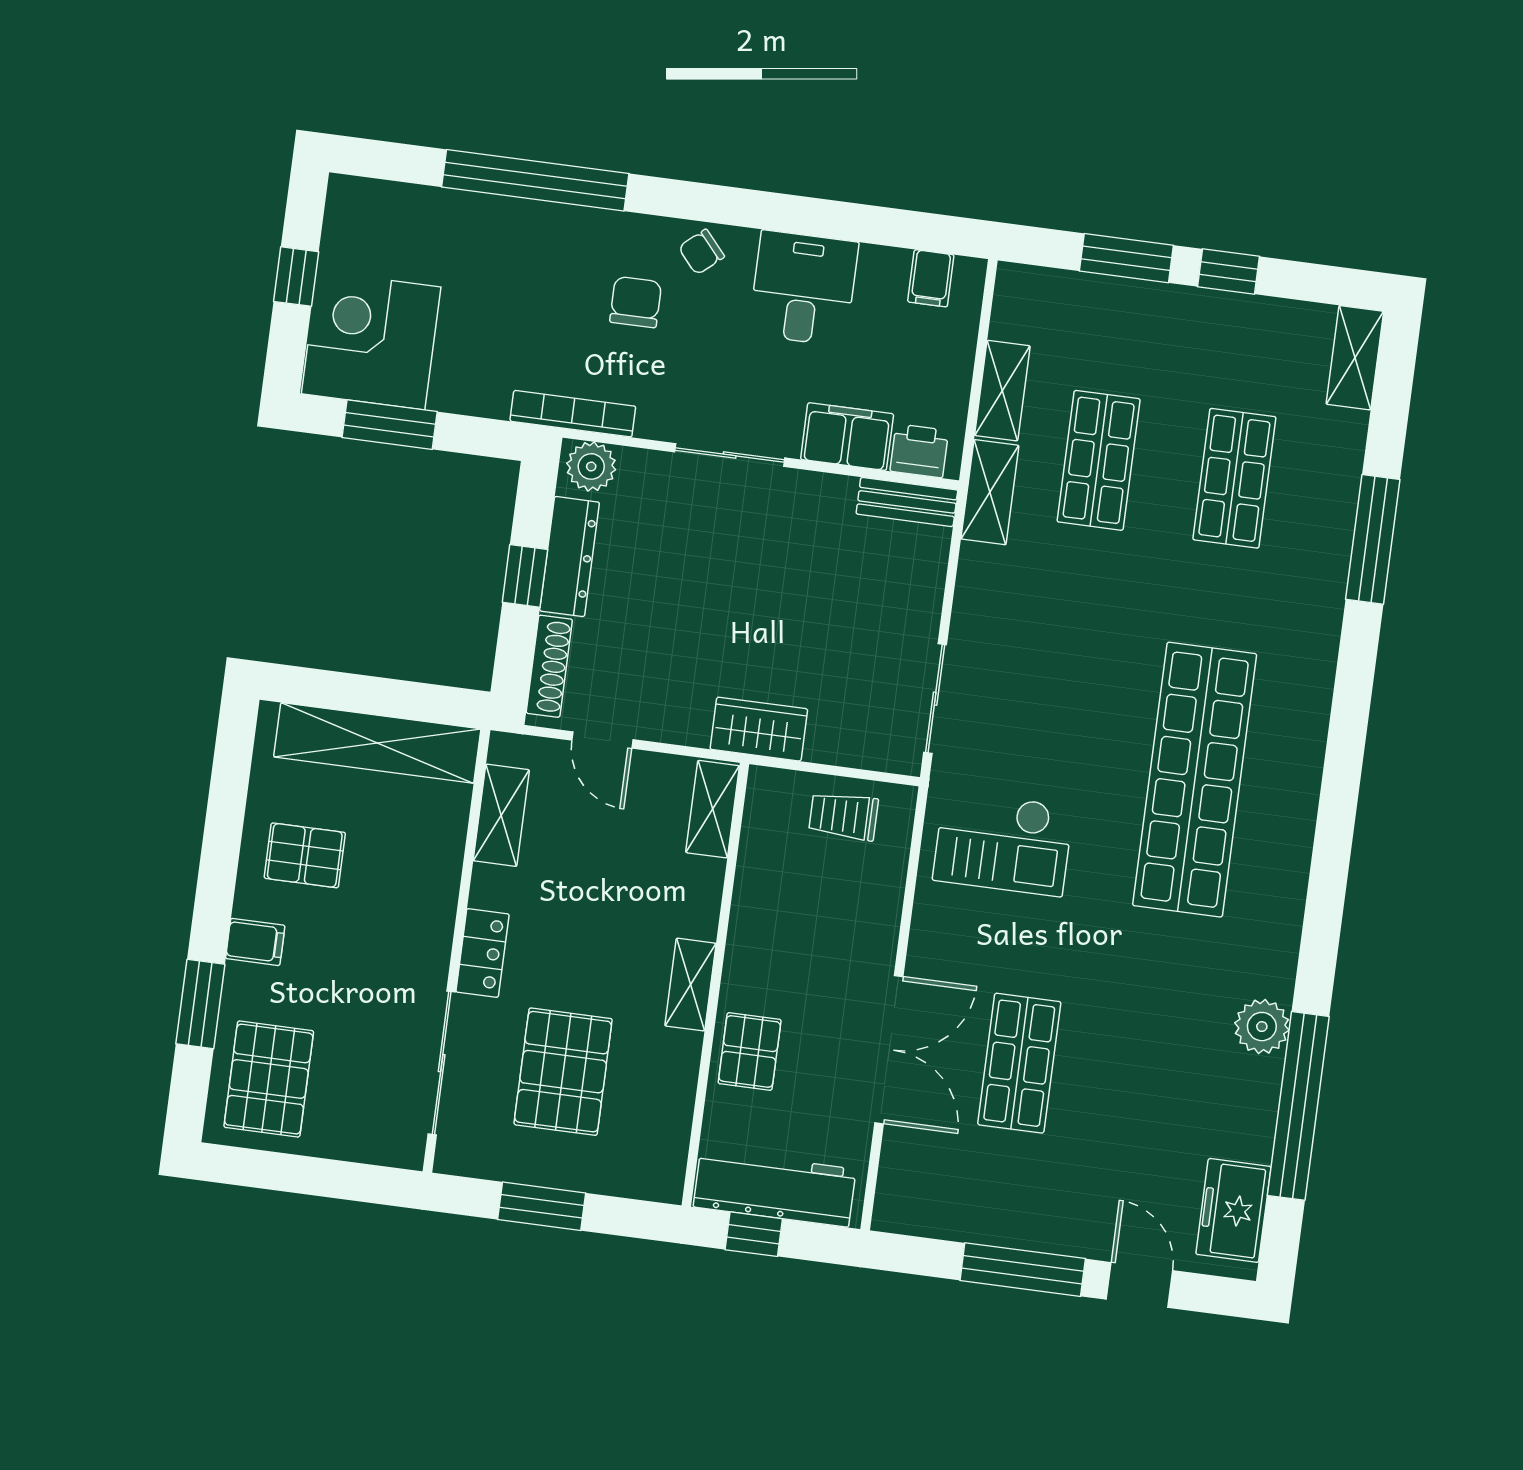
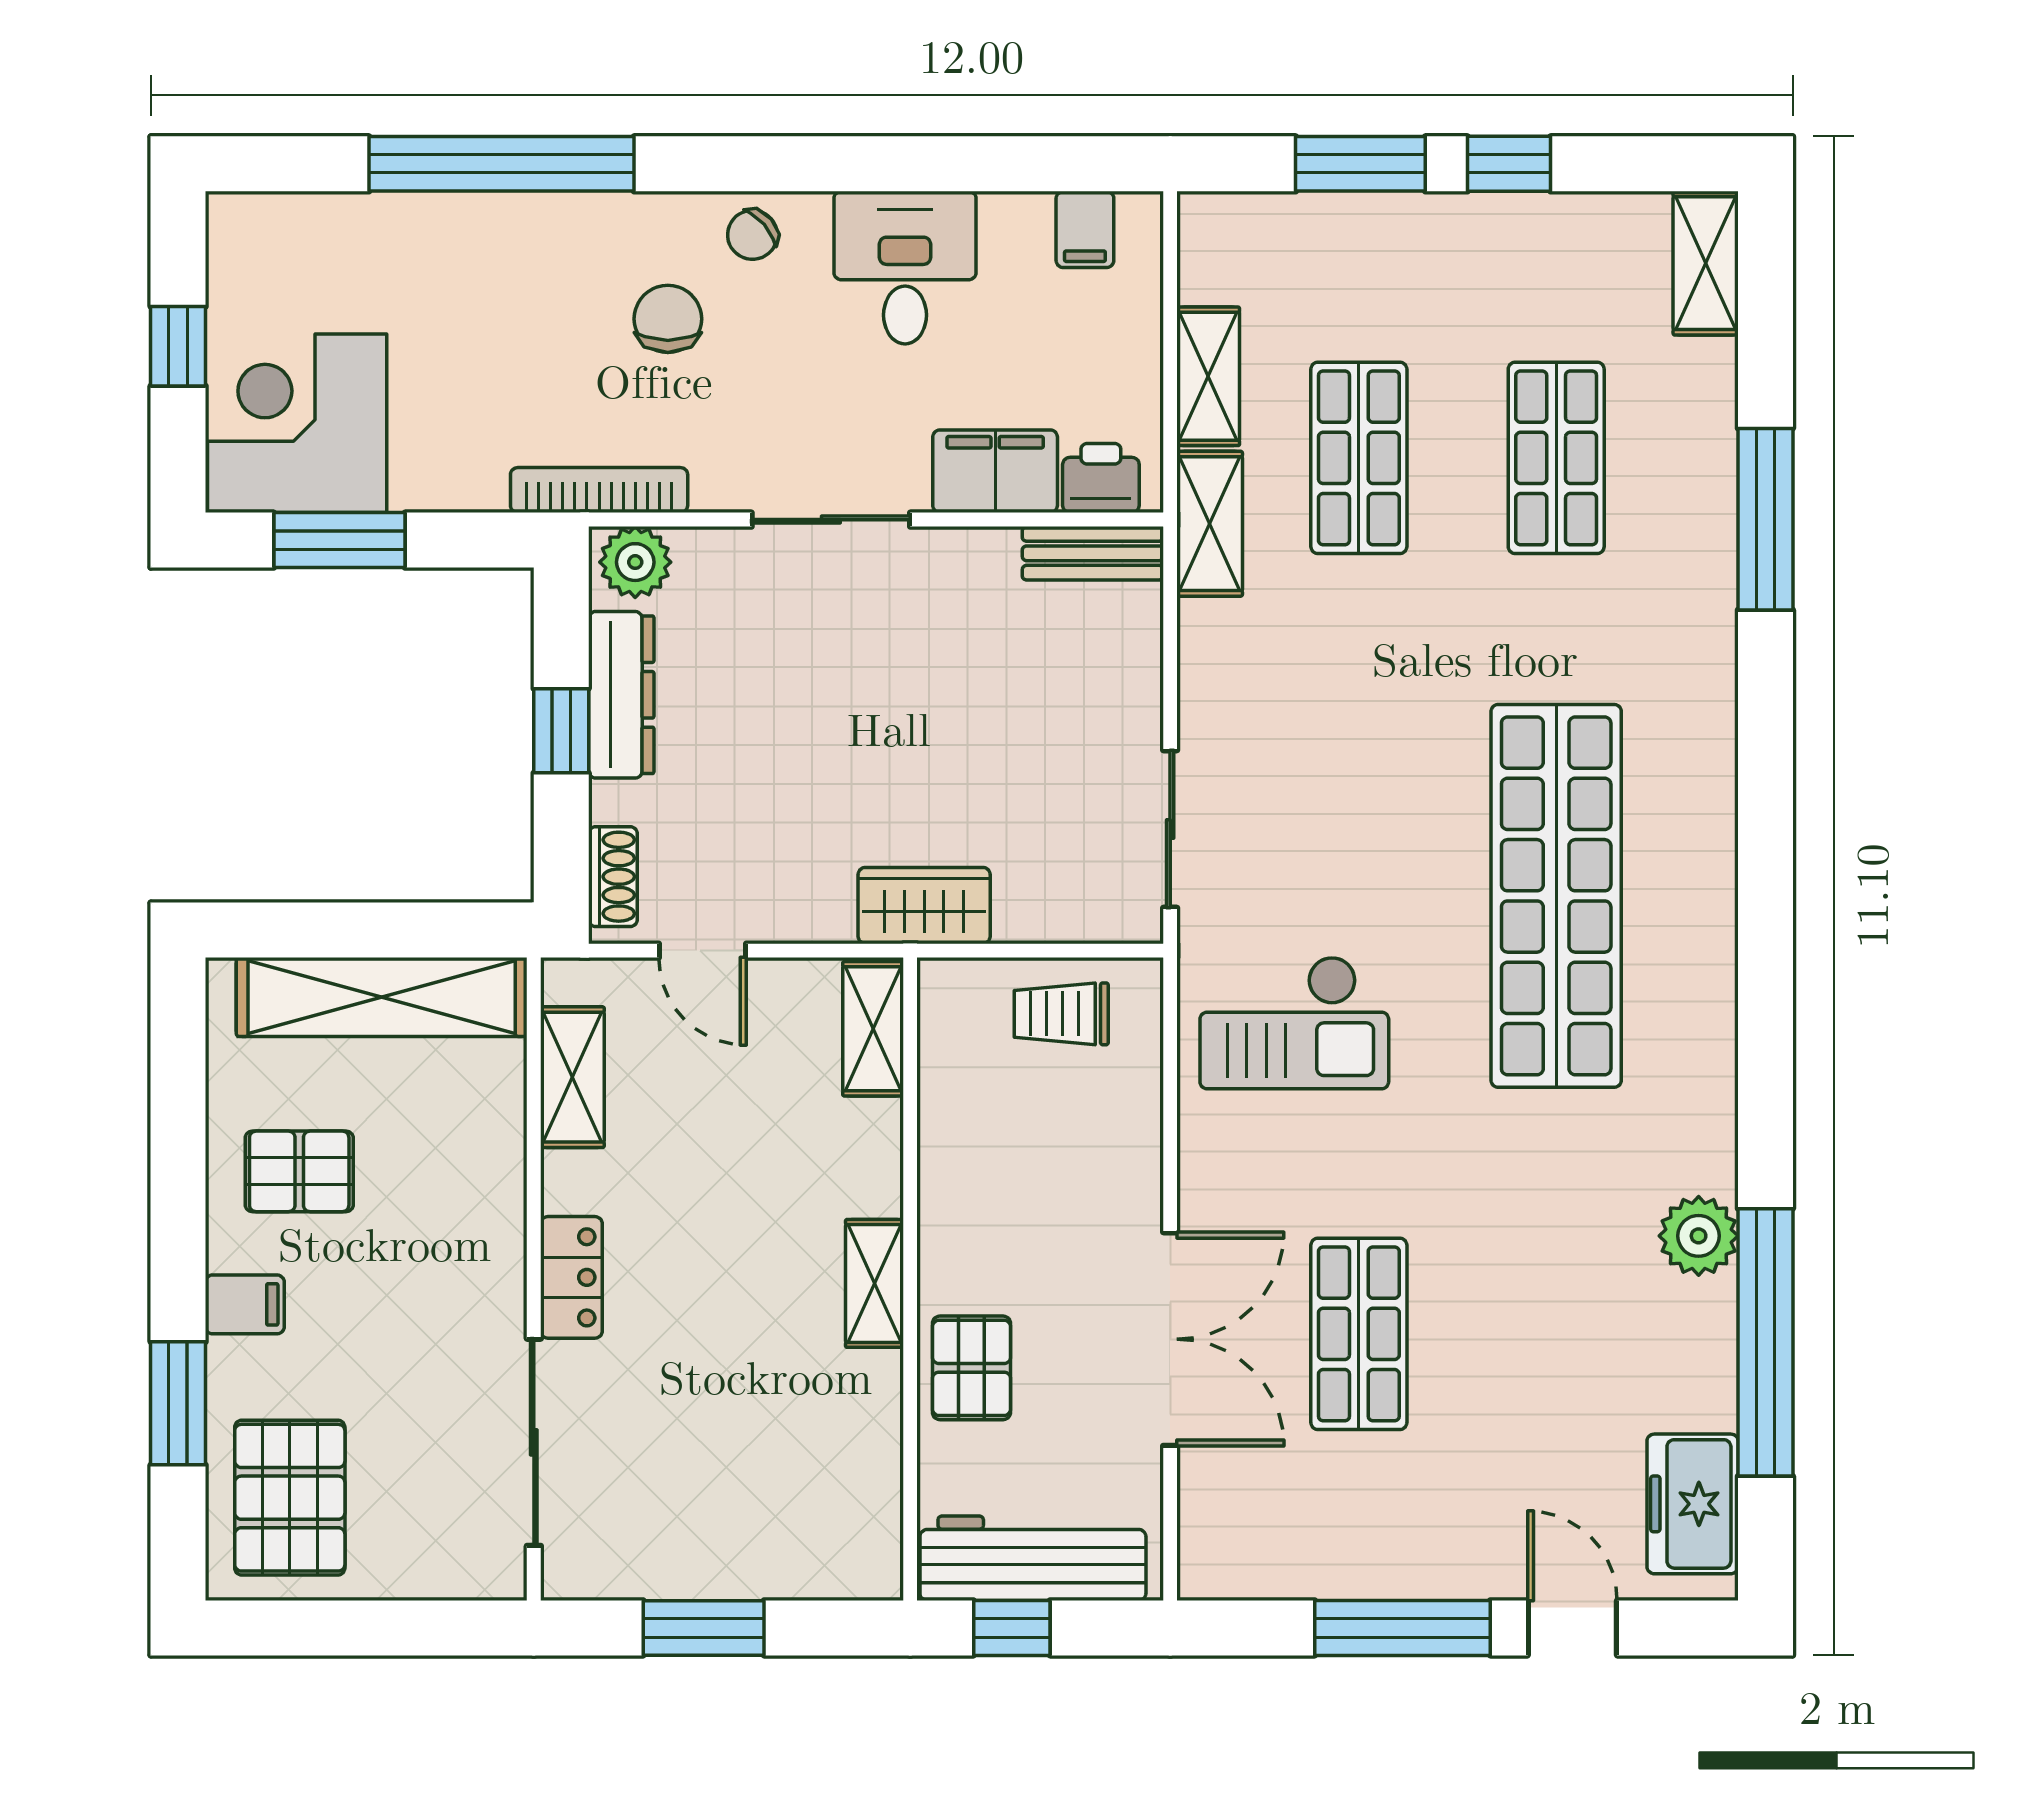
shoe rack: (549, 666) -> (613, 877), width x0.70
pallet: (563, 1072) -> (709, 1432), removed

